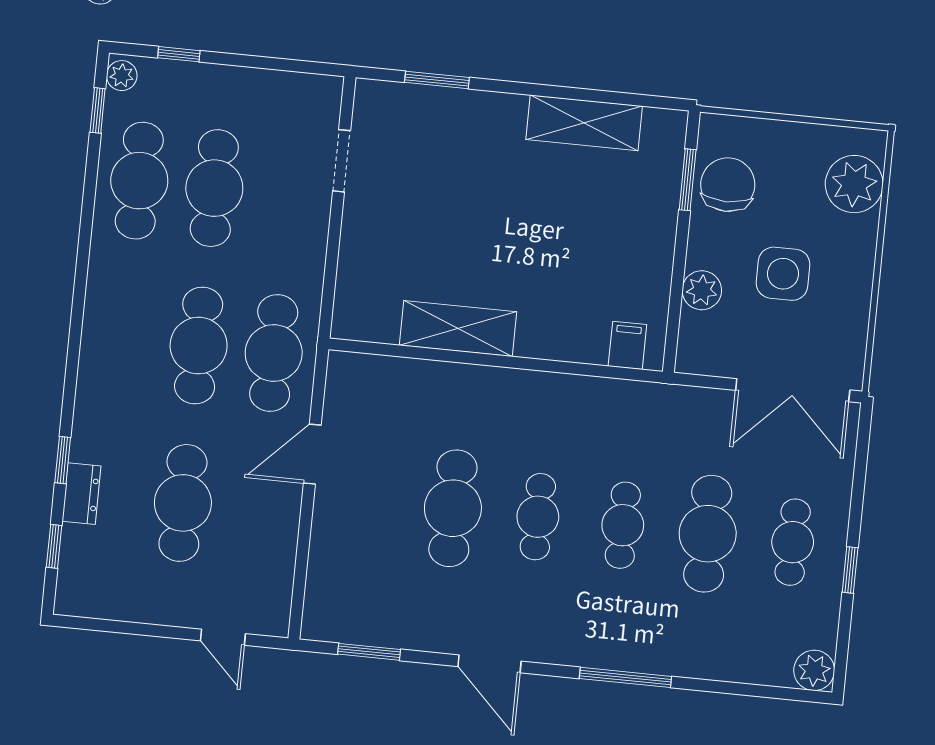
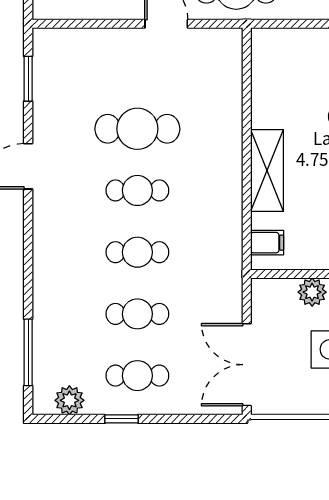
shelving: (458, 328) -> (267, 171), moved
cafe table: (708, 534) -> (137, 314), width x0.73, depth x0.74
plant: (814, 670) -> (69, 400), moved
window: (625, 677) -> (28, 352), moved

